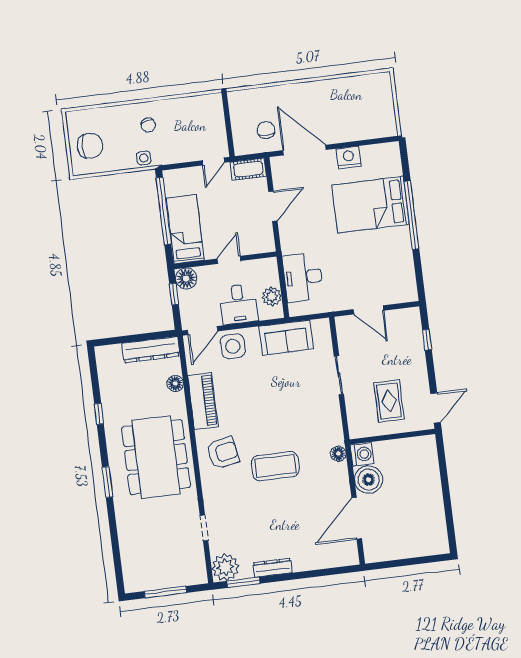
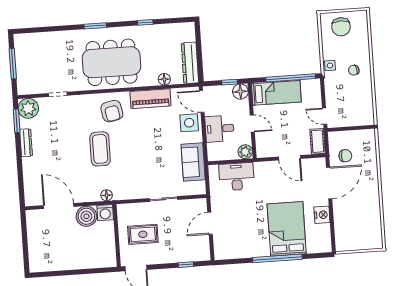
plant: (272, 296) -> (245, 152), moved

